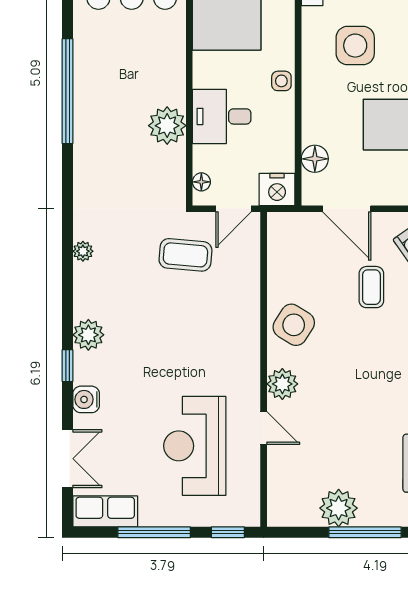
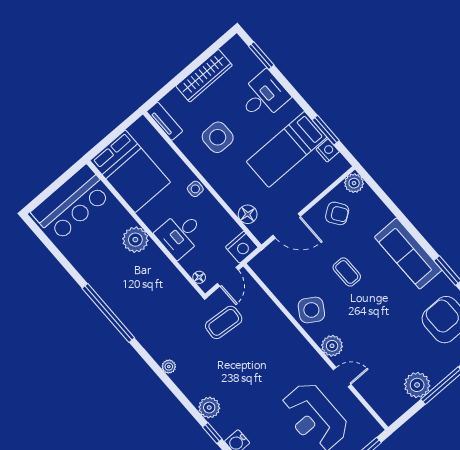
window: (68, 91) -> (108, 313), moved
plant: (167, 126) -> (135, 240), moved
coffee table: (371, 287) -> (347, 272), moved

